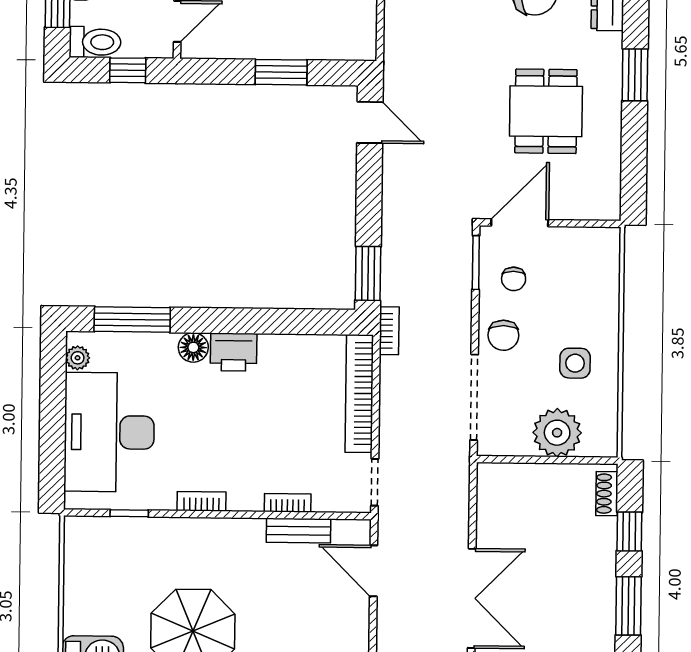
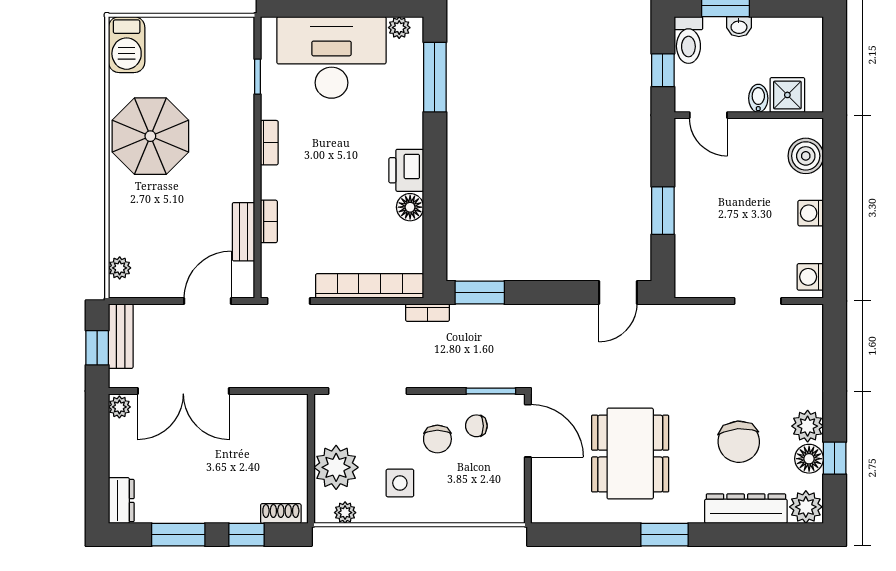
dining table: (546, 111) -> (630, 454), width x1.38
chair: (503, 335) -> (437, 439), moved, turned -90
floor lamp: (193, 347) -> (410, 207), moved
plant: (607, 423) -> (345, 513), added

